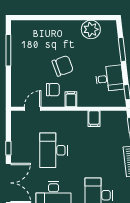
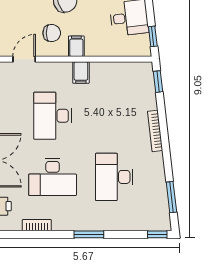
filing cabinet: (94, 119) -> (81, 73), moved

